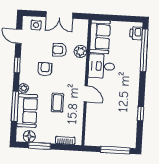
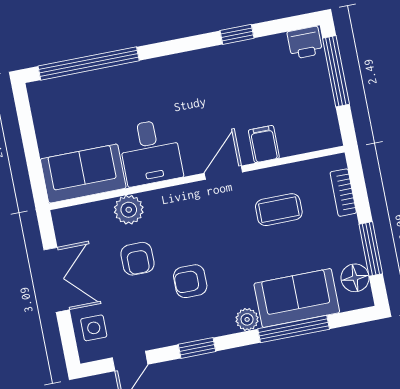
printer: (136, 33) -> (305, 43), moved
coffee table: (57, 103) -> (279, 210), moved
filing cabinet: (93, 113) -> (264, 144), added

